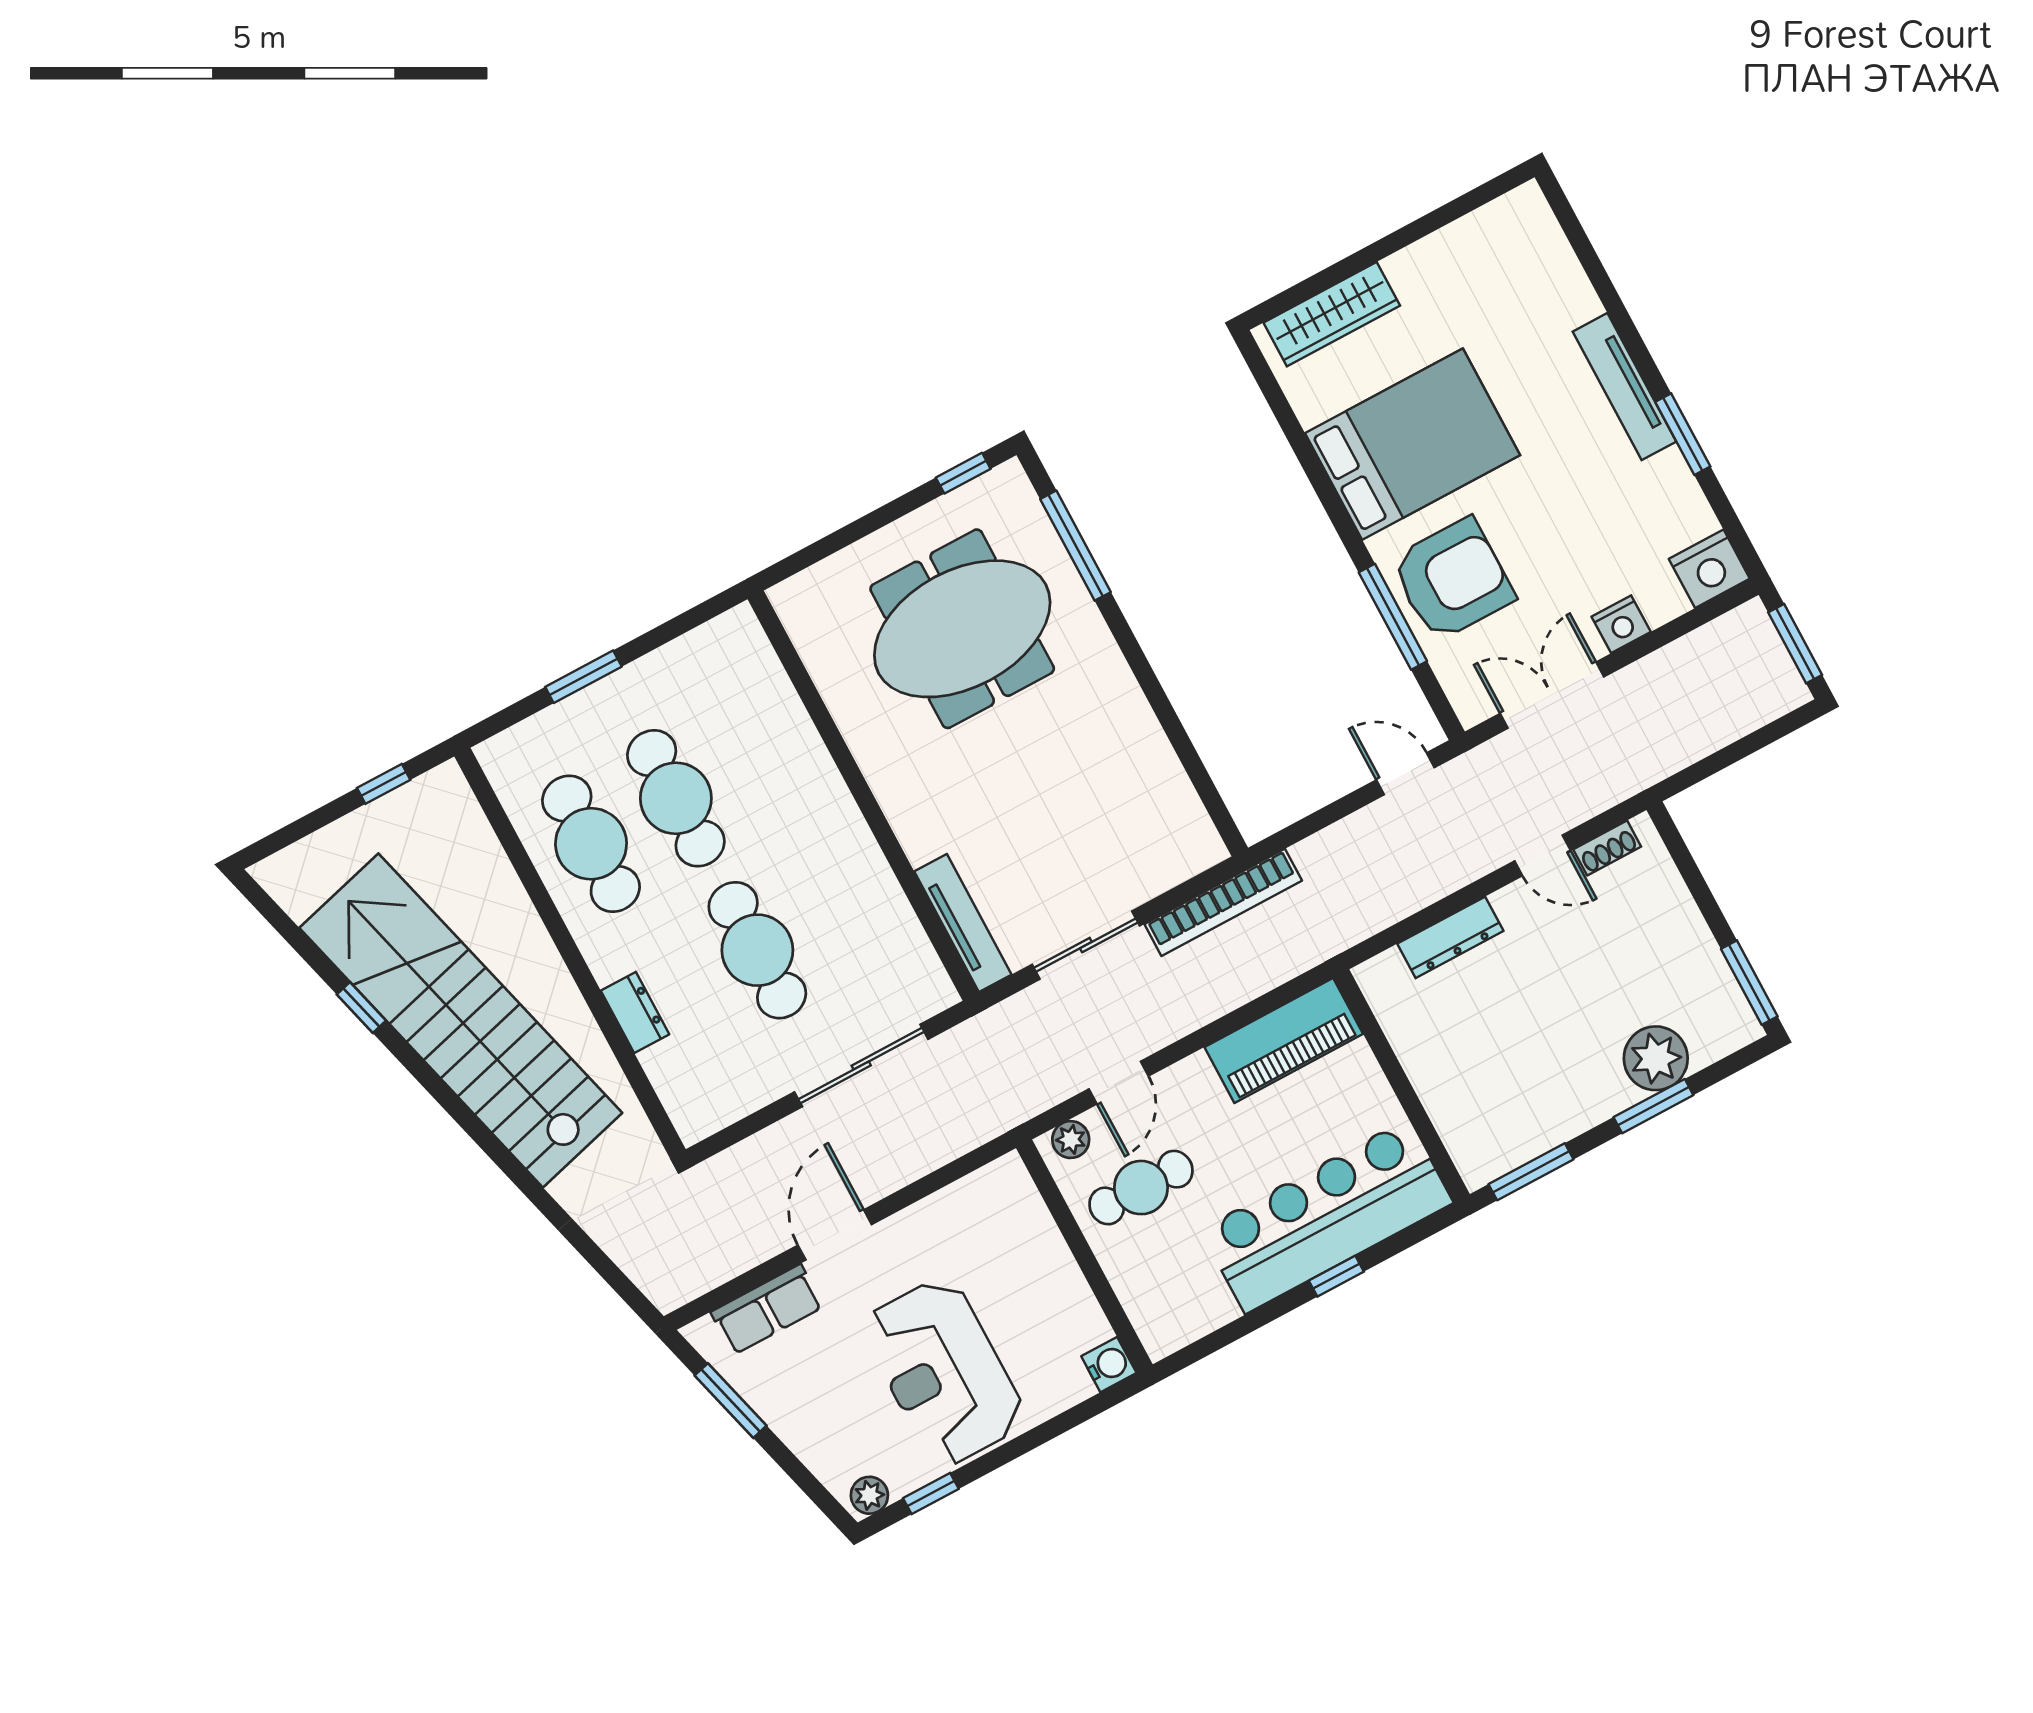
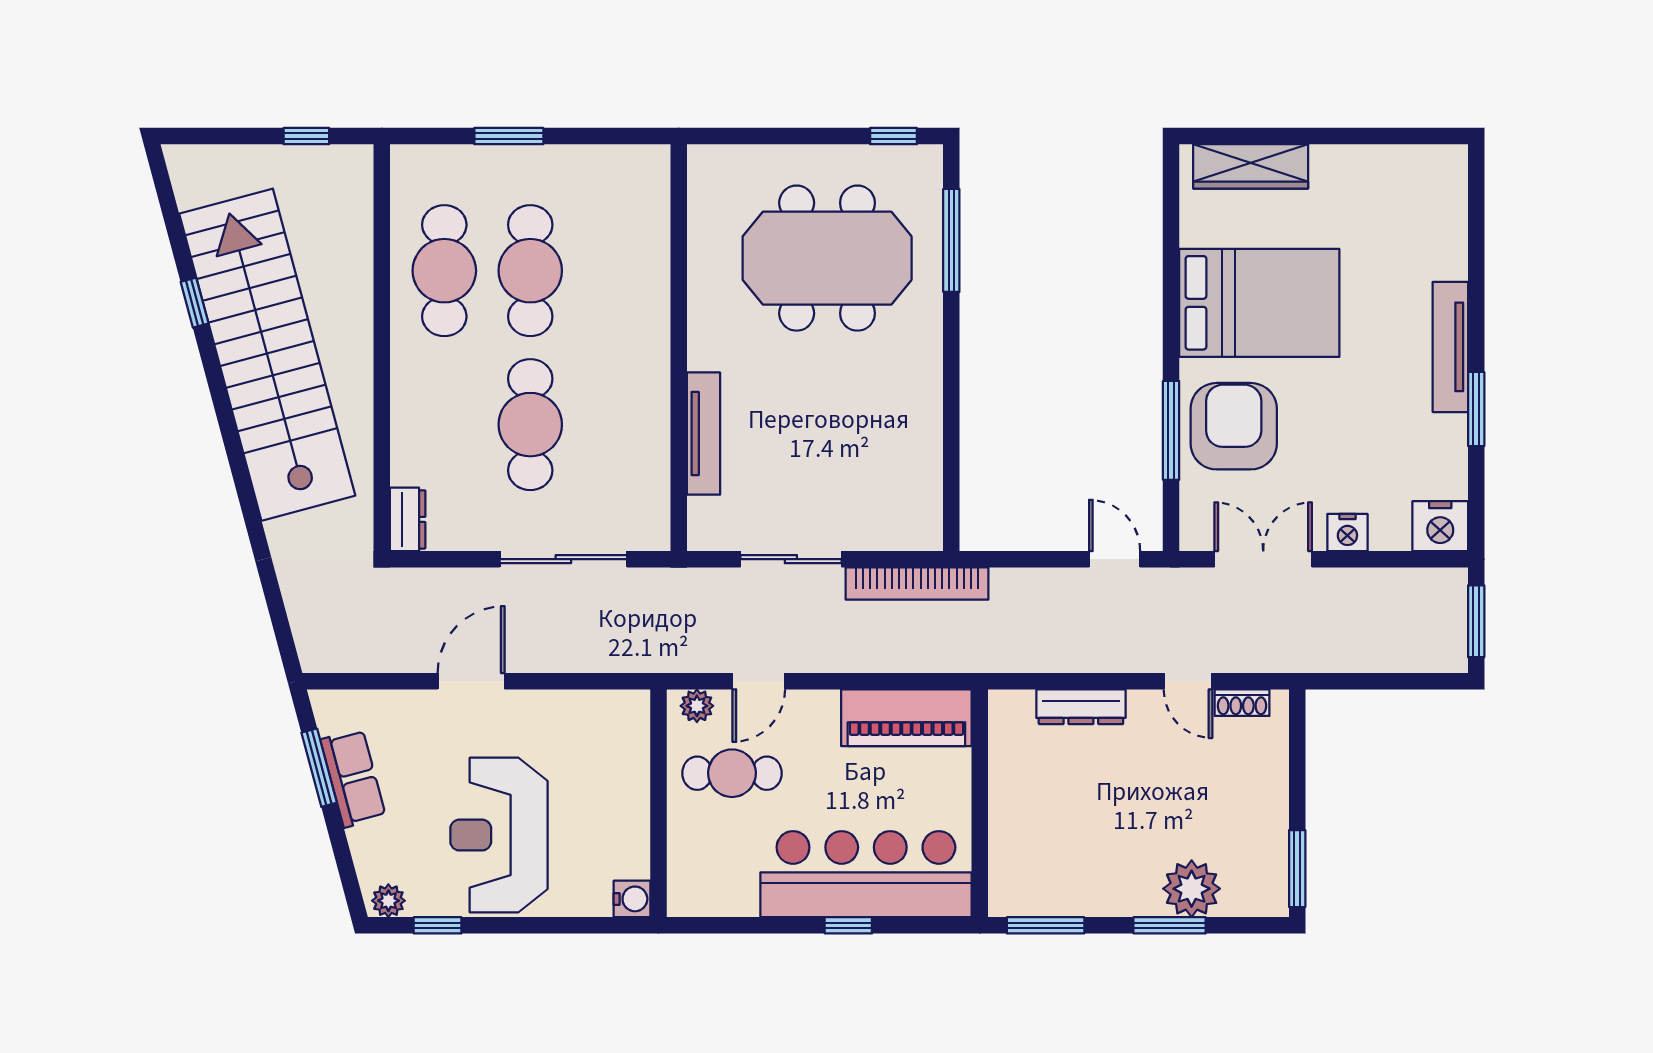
armchair: (1453, 579) -> (1234, 426), turned -90
tv unit: (963, 923) -> (703, 434), moved
dresser: (635, 1013) -> (408, 519), moved
row of seats: (767, 1309) -> (353, 778), moved, turned -105

